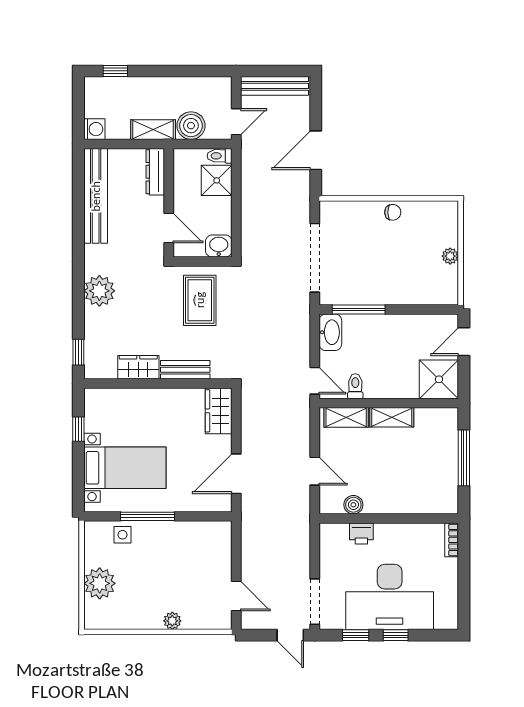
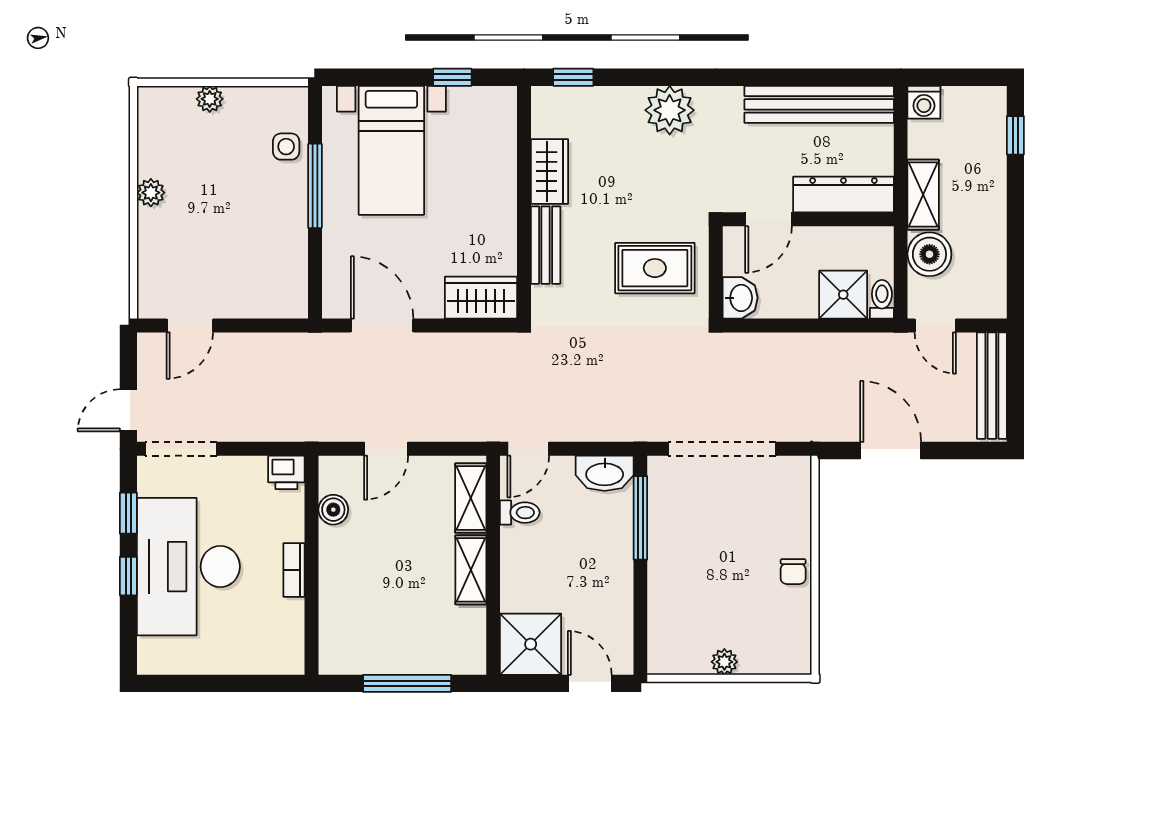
dresser: (155, 172) -> (843, 195), width x1.37, depth x1.24
printer: (361, 534) -> (286, 472), moved, turned -90
bookcase: (452, 540) -> (294, 570), moved, turned -90
plant: (100, 583) -> (210, 99), width x0.53, depth x0.53
plant: (172, 621) -> (151, 193), moved

